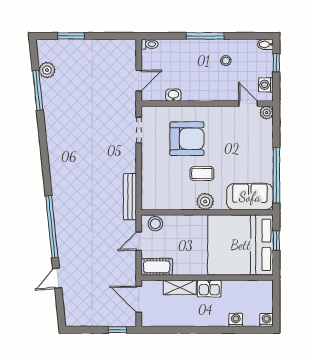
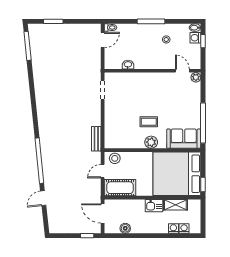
plant: (47, 70) -> (36, 46), removed
door: (139, 81) -> (103, 40), moved
washing machine: (266, 85) -> (195, 38), moved
window: (38, 90) -> (28, 46), moved
armchair: (187, 139) -> (138, 96), removed
bench: (130, 197) -> (96, 139), width x0.73
window: (276, 241) -> (203, 184), moved
cot: (157, 267) -> (120, 188), width x1.37, depth x1.34
shelving: (180, 287) -> (175, 205), moved
boiler: (170, 320) -> (125, 228), added
washing machine: (267, 320) -> (184, 229), moved

